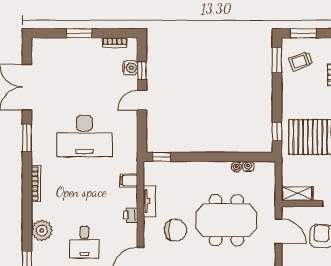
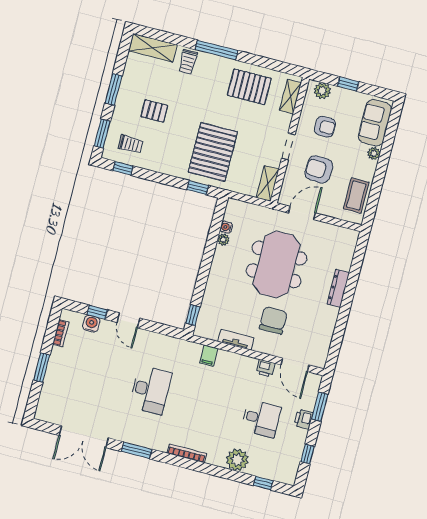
window: (277, 60) -> (123, 168), width x0.67
trolley: (301, 61) -> (131, 144), turned -71
desk: (84, 136) -> (150, 390), width x0.73, depth x0.77
printer: (131, 215) -> (266, 368), moved

